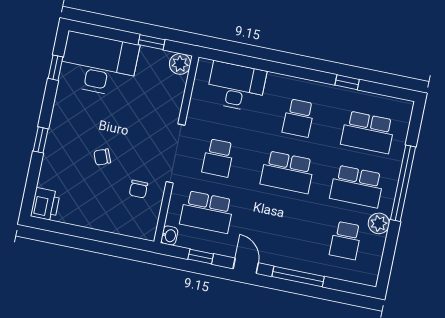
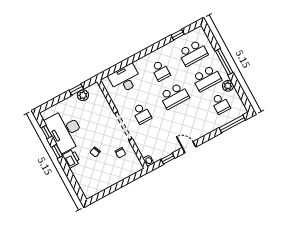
desk: (99, 64) -> (65, 131), moved, turned -90
plant: (180, 64) -> (83, 95), moved
window: (347, 82) -> (178, 35), moved
window: (41, 140) -> (57, 151), moved
window: (403, 183) -> (224, 62), width x0.68
printer: (45, 204) -> (71, 159), moved
school desk: (207, 212) -> (155, 139), removed
window: (298, 276) -> (232, 124), moved

